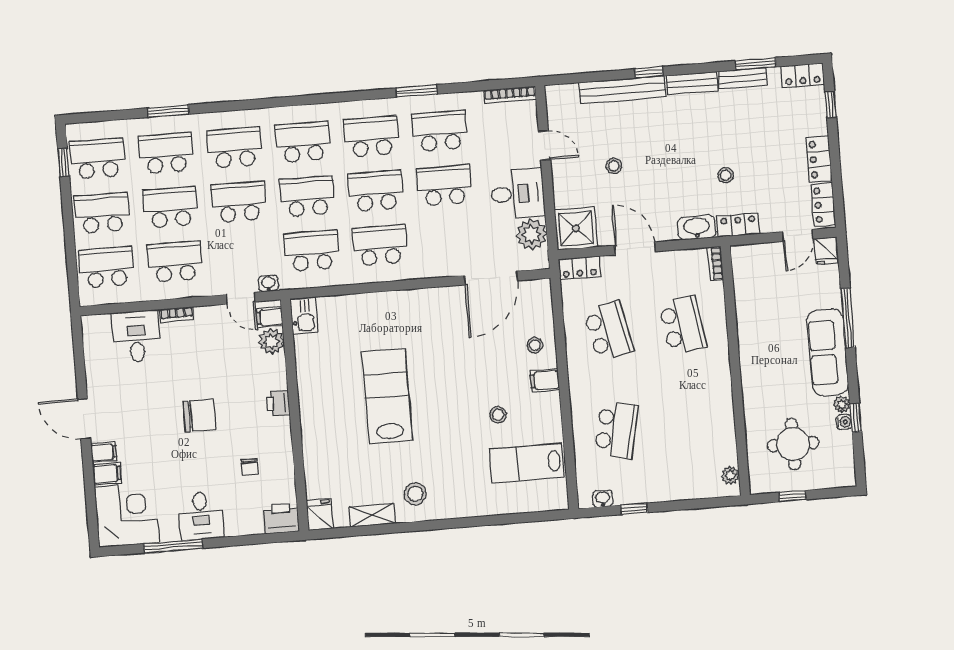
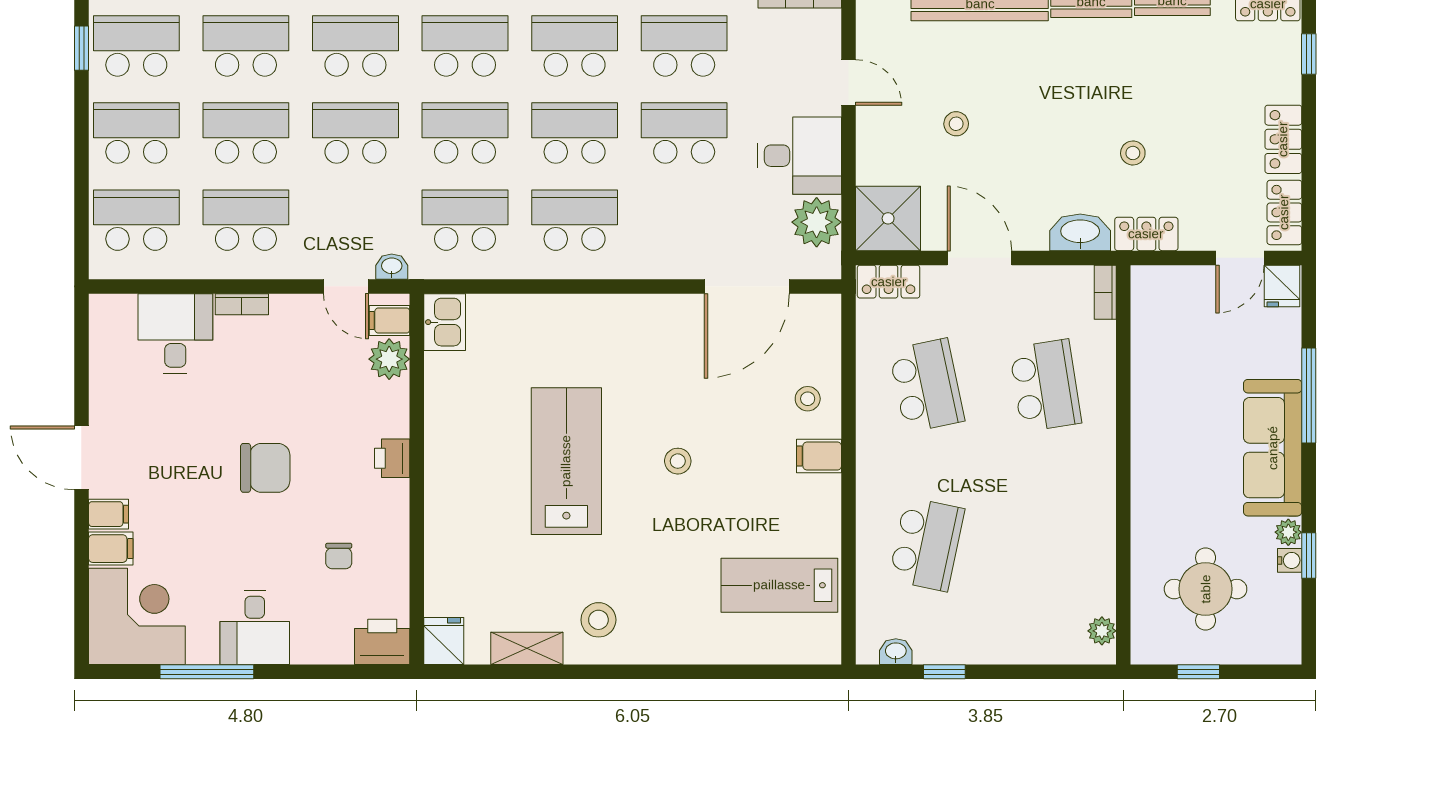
stool: (498, 415) -> (678, 461), moved

